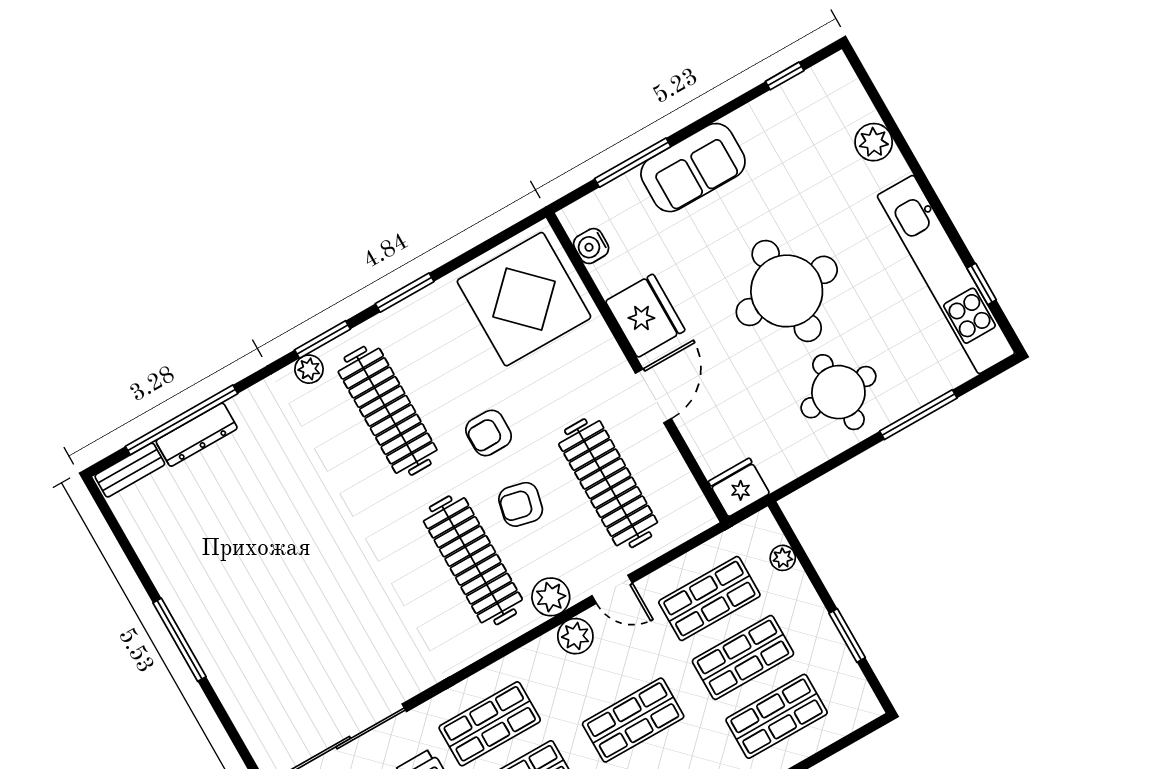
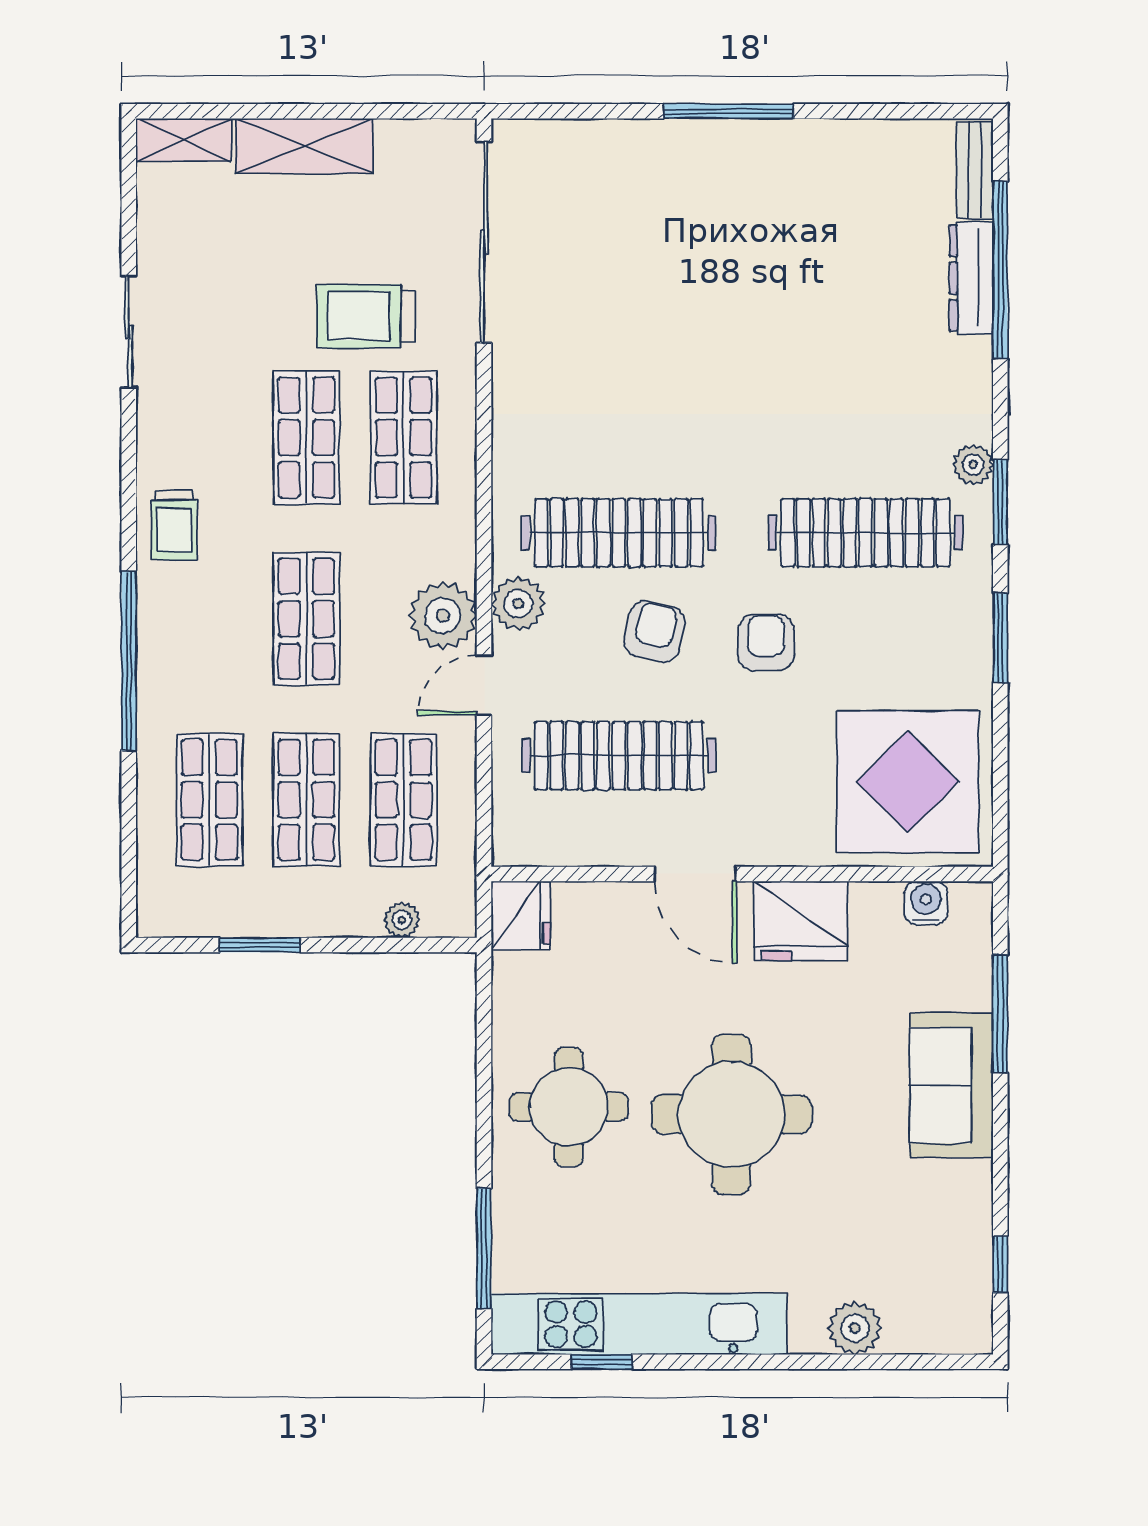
window: (918, 415) -> (484, 1249), moved
plant: (575, 636) -> (443, 616), width x1.36, depth x1.36

